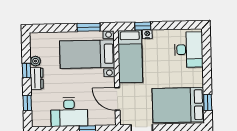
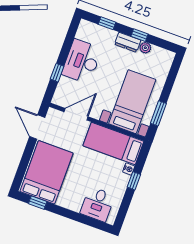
window: (143, 26) -> (134, 181), moved
desk: (189, 50) -> (98, 204), width x0.73

